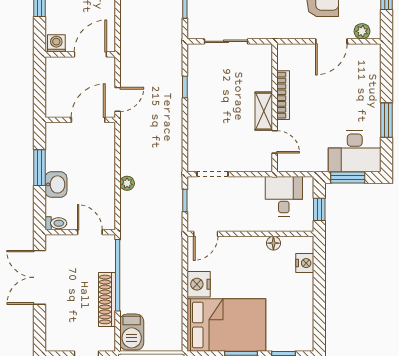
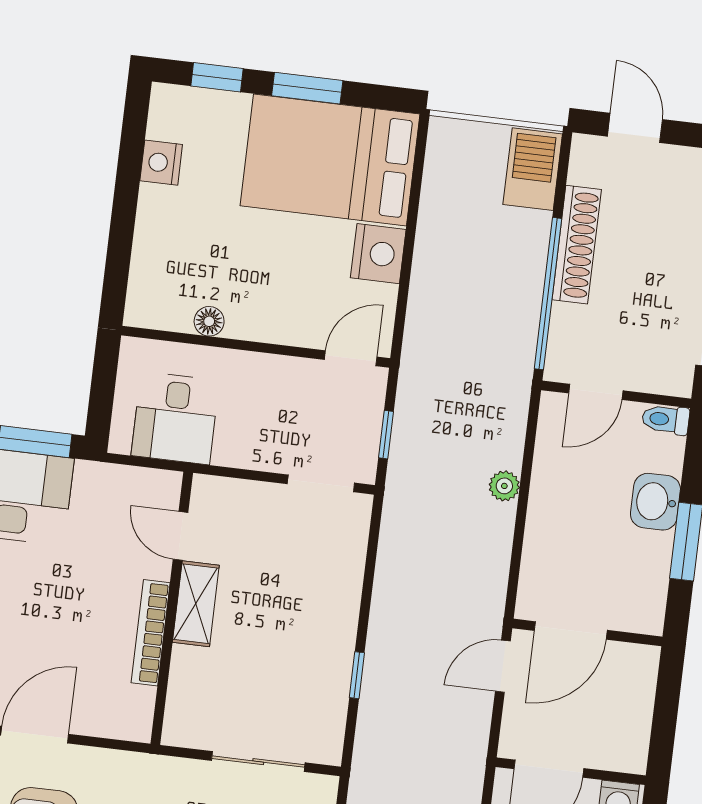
window: (319, 209) -> (103, 381), removed
door: (90, 232) -> (596, 392), hinge flipped
nightstand: (305, 263) -> (161, 163), moved

